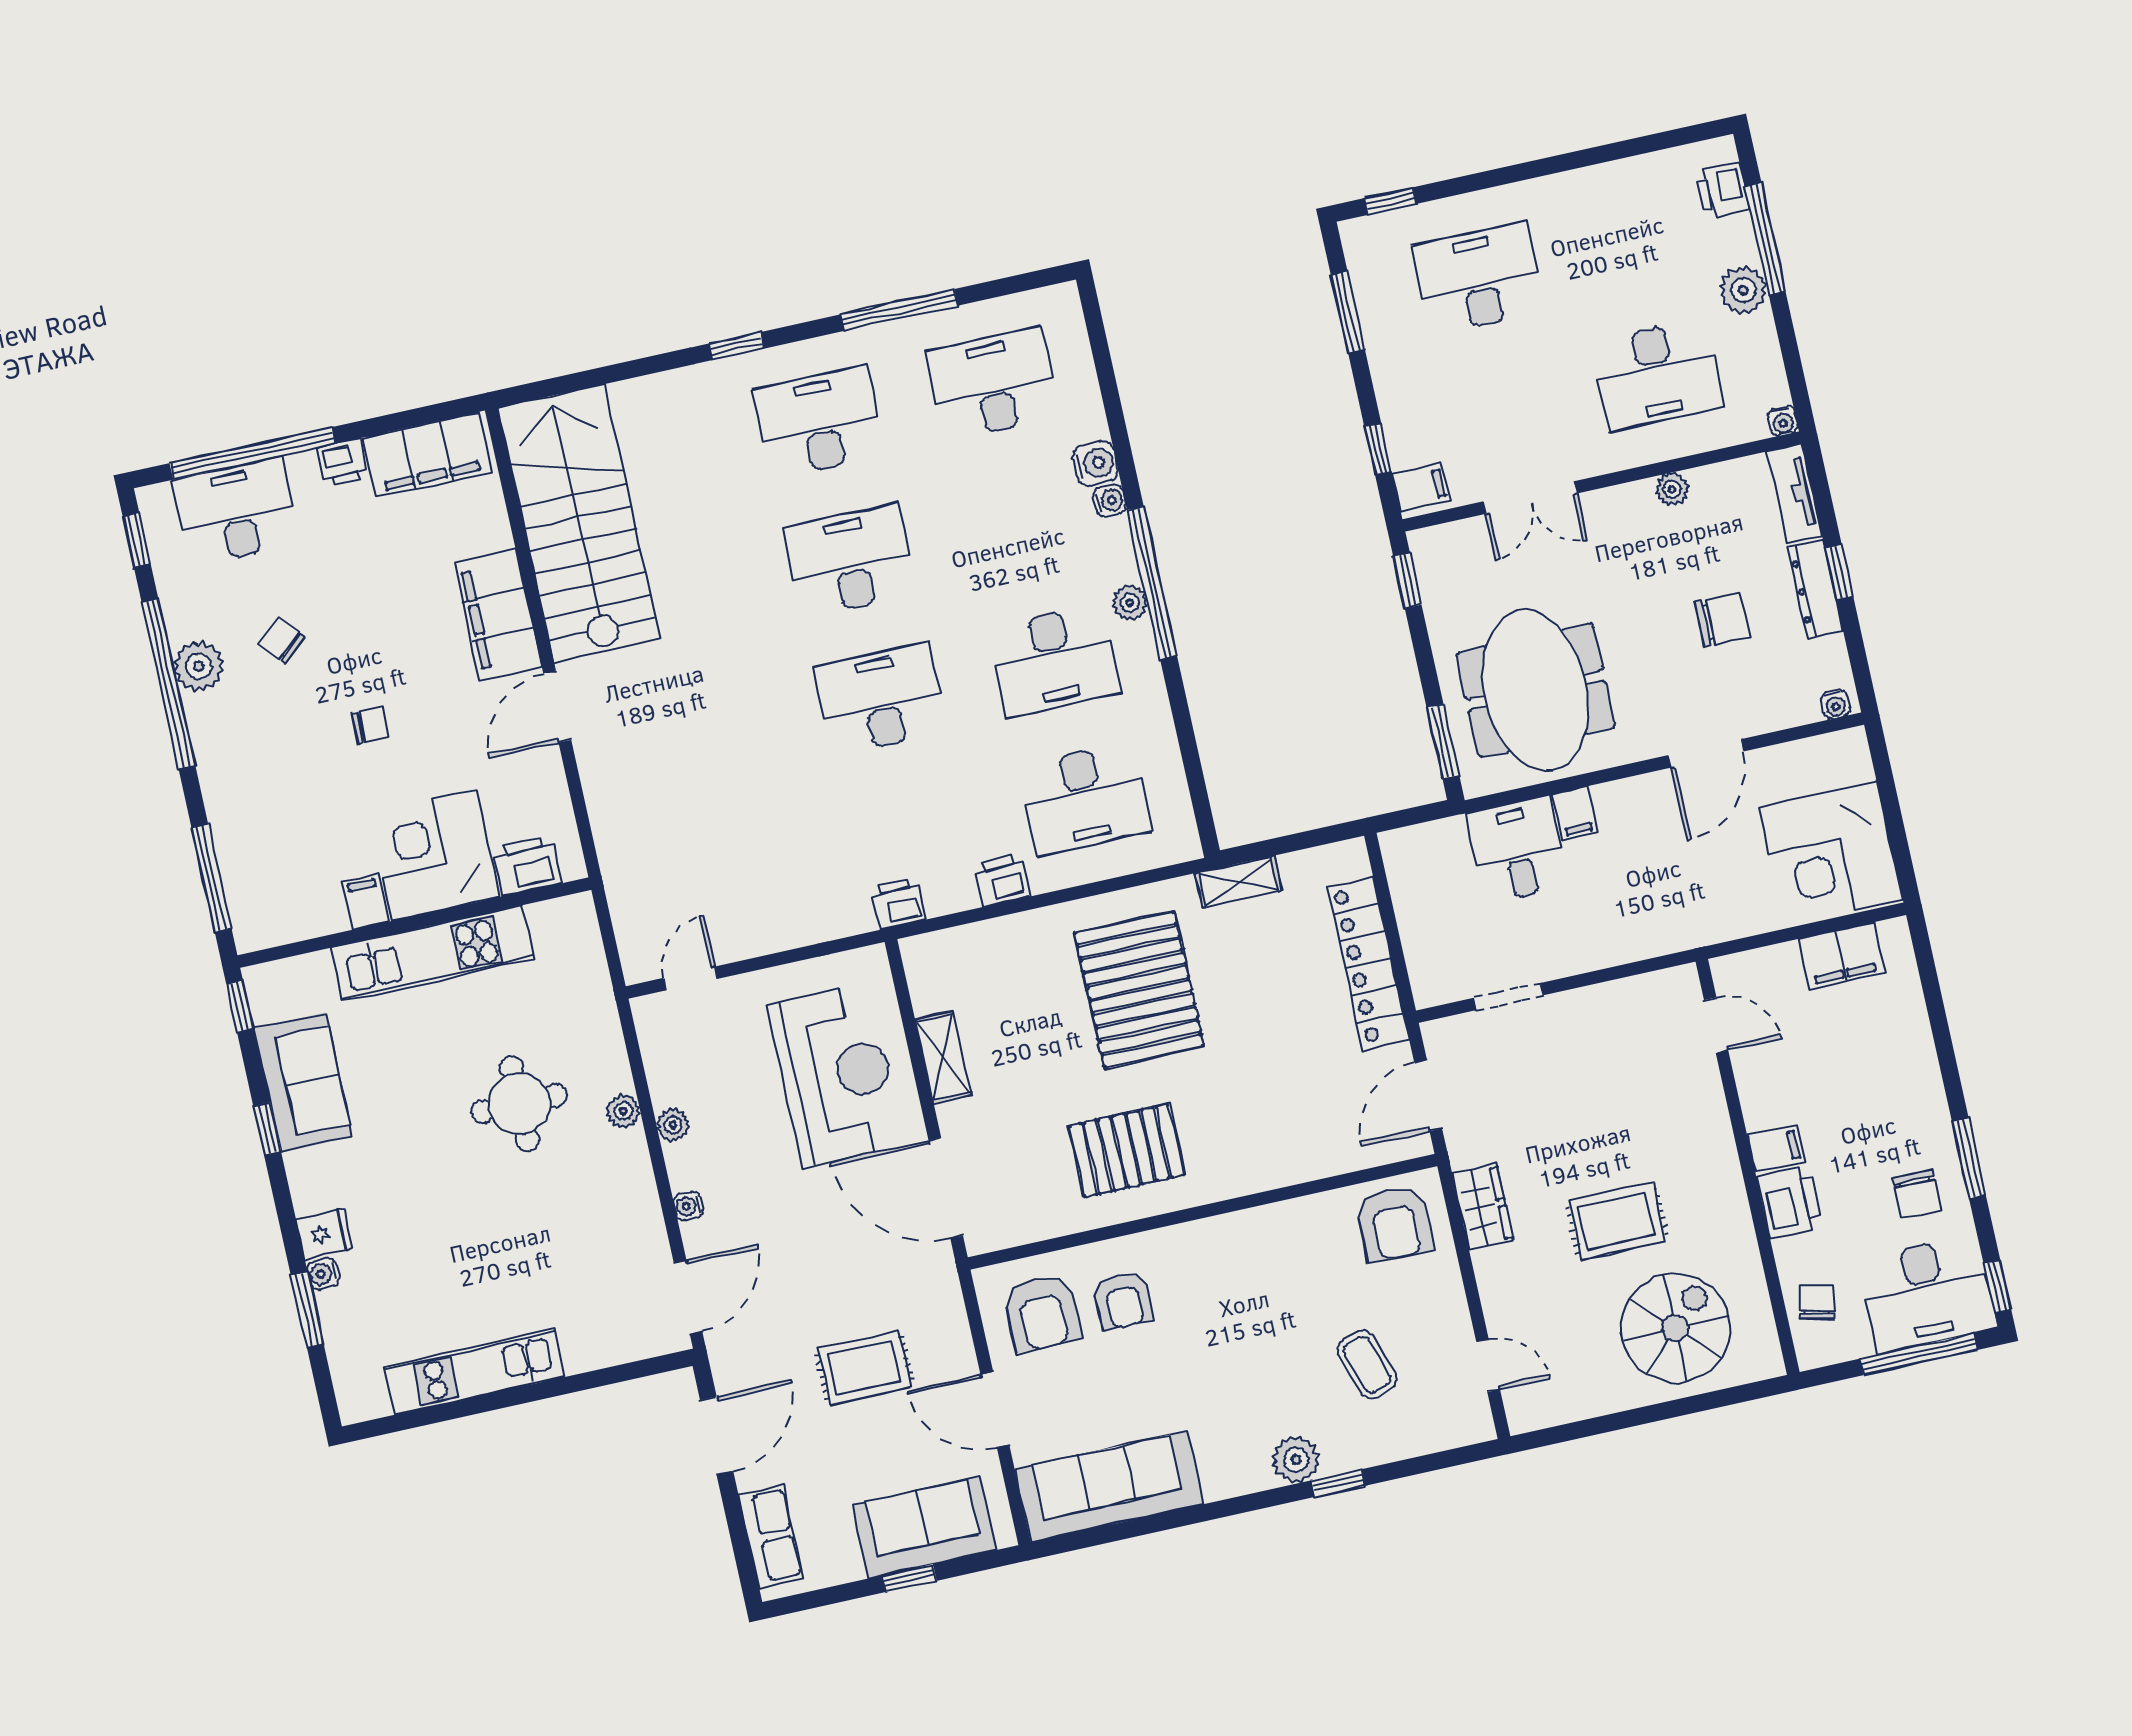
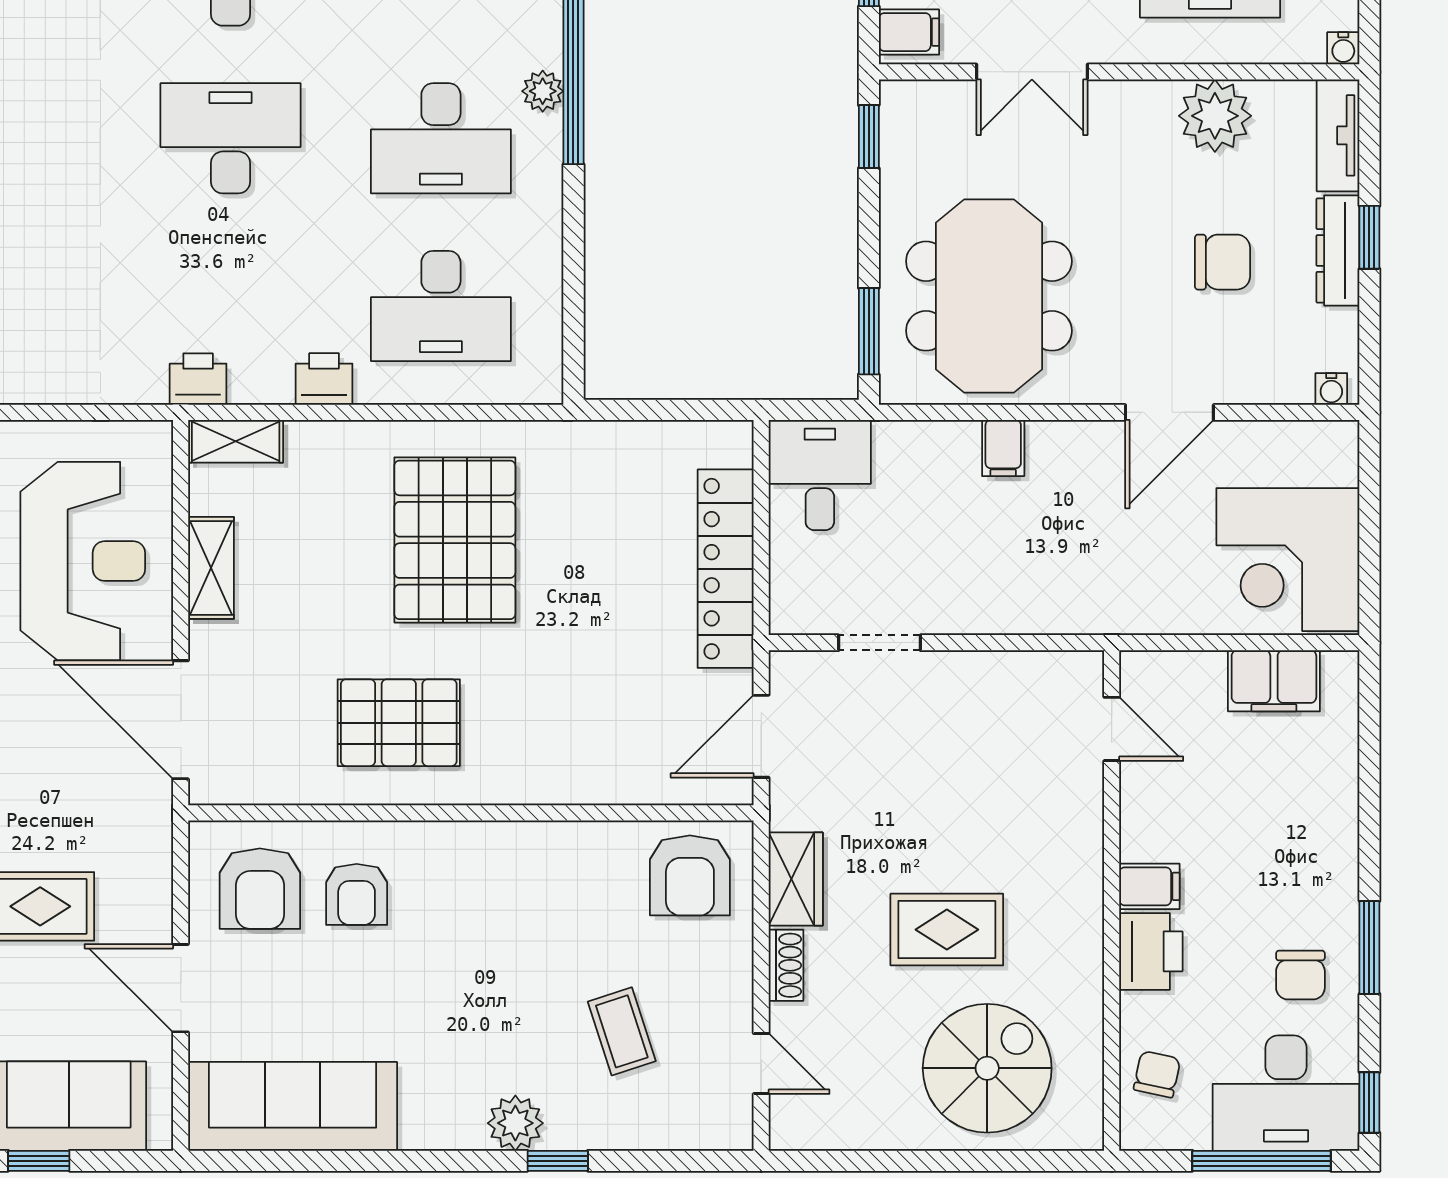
plant: (1672, 489) -> (1215, 116), width x1.88, depth x1.88
desk: (1517, 849) -> (820, 475), moved
shelving: (1238, 882) -> (236, 441), moved
shoe rack: (1491, 1280) -> (786, 965), added

